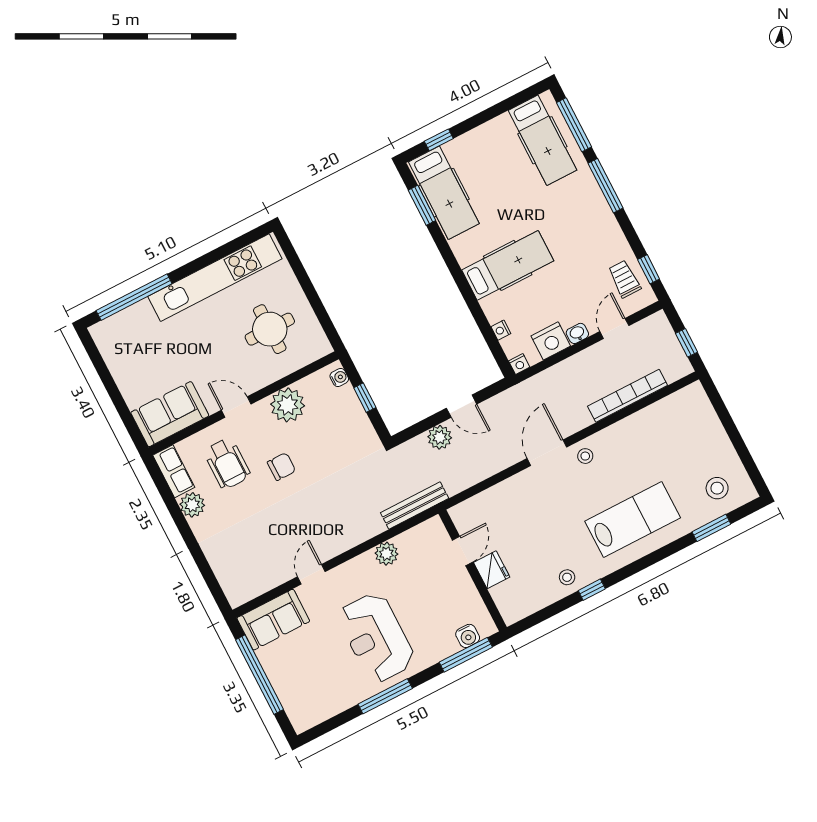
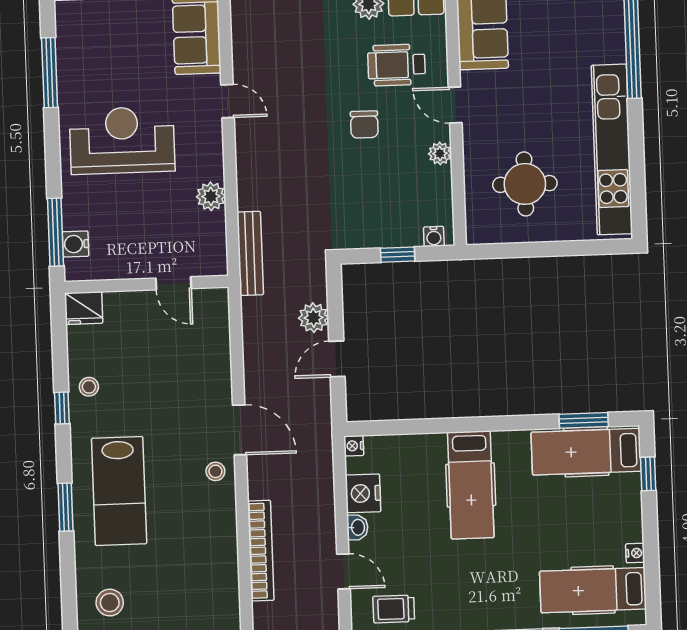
trolley: (624, 279) -> (394, 609), turned 180
nightstand: (501, 330) -> (635, 553), moved, turned 90
plant: (288, 405) -> (440, 153), width x0.53, depth x0.53
door: (236, 407) -> (455, 105), swing flipped
window: (711, 528) -> (66, 507), moved
fridge: (492, 570) -> (84, 308), moved
window: (385, 696) -> (50, 73), moved

